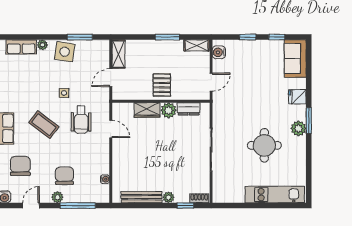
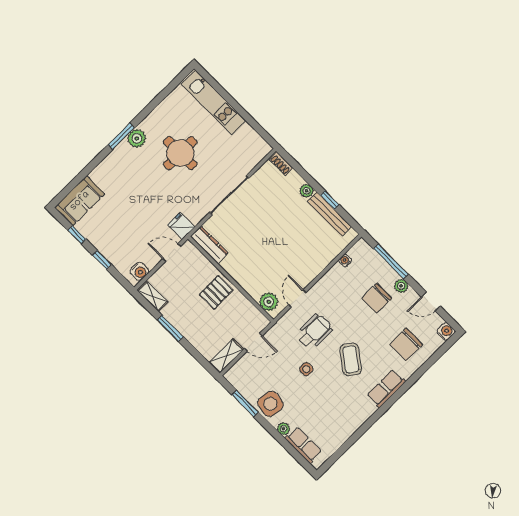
fridge: (297, 97) -> (181, 226), moved, turned 180
dresser: (189, 109) -> (210, 245), width x1.44
wardrobe: (147, 110) -> (250, 284), removed
plant: (169, 110) -> (269, 302), moved
window: (185, 206) -> (330, 200), moved

